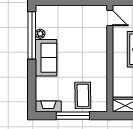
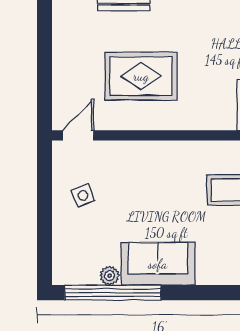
side table: (80, 20) -> (83, 195), added

